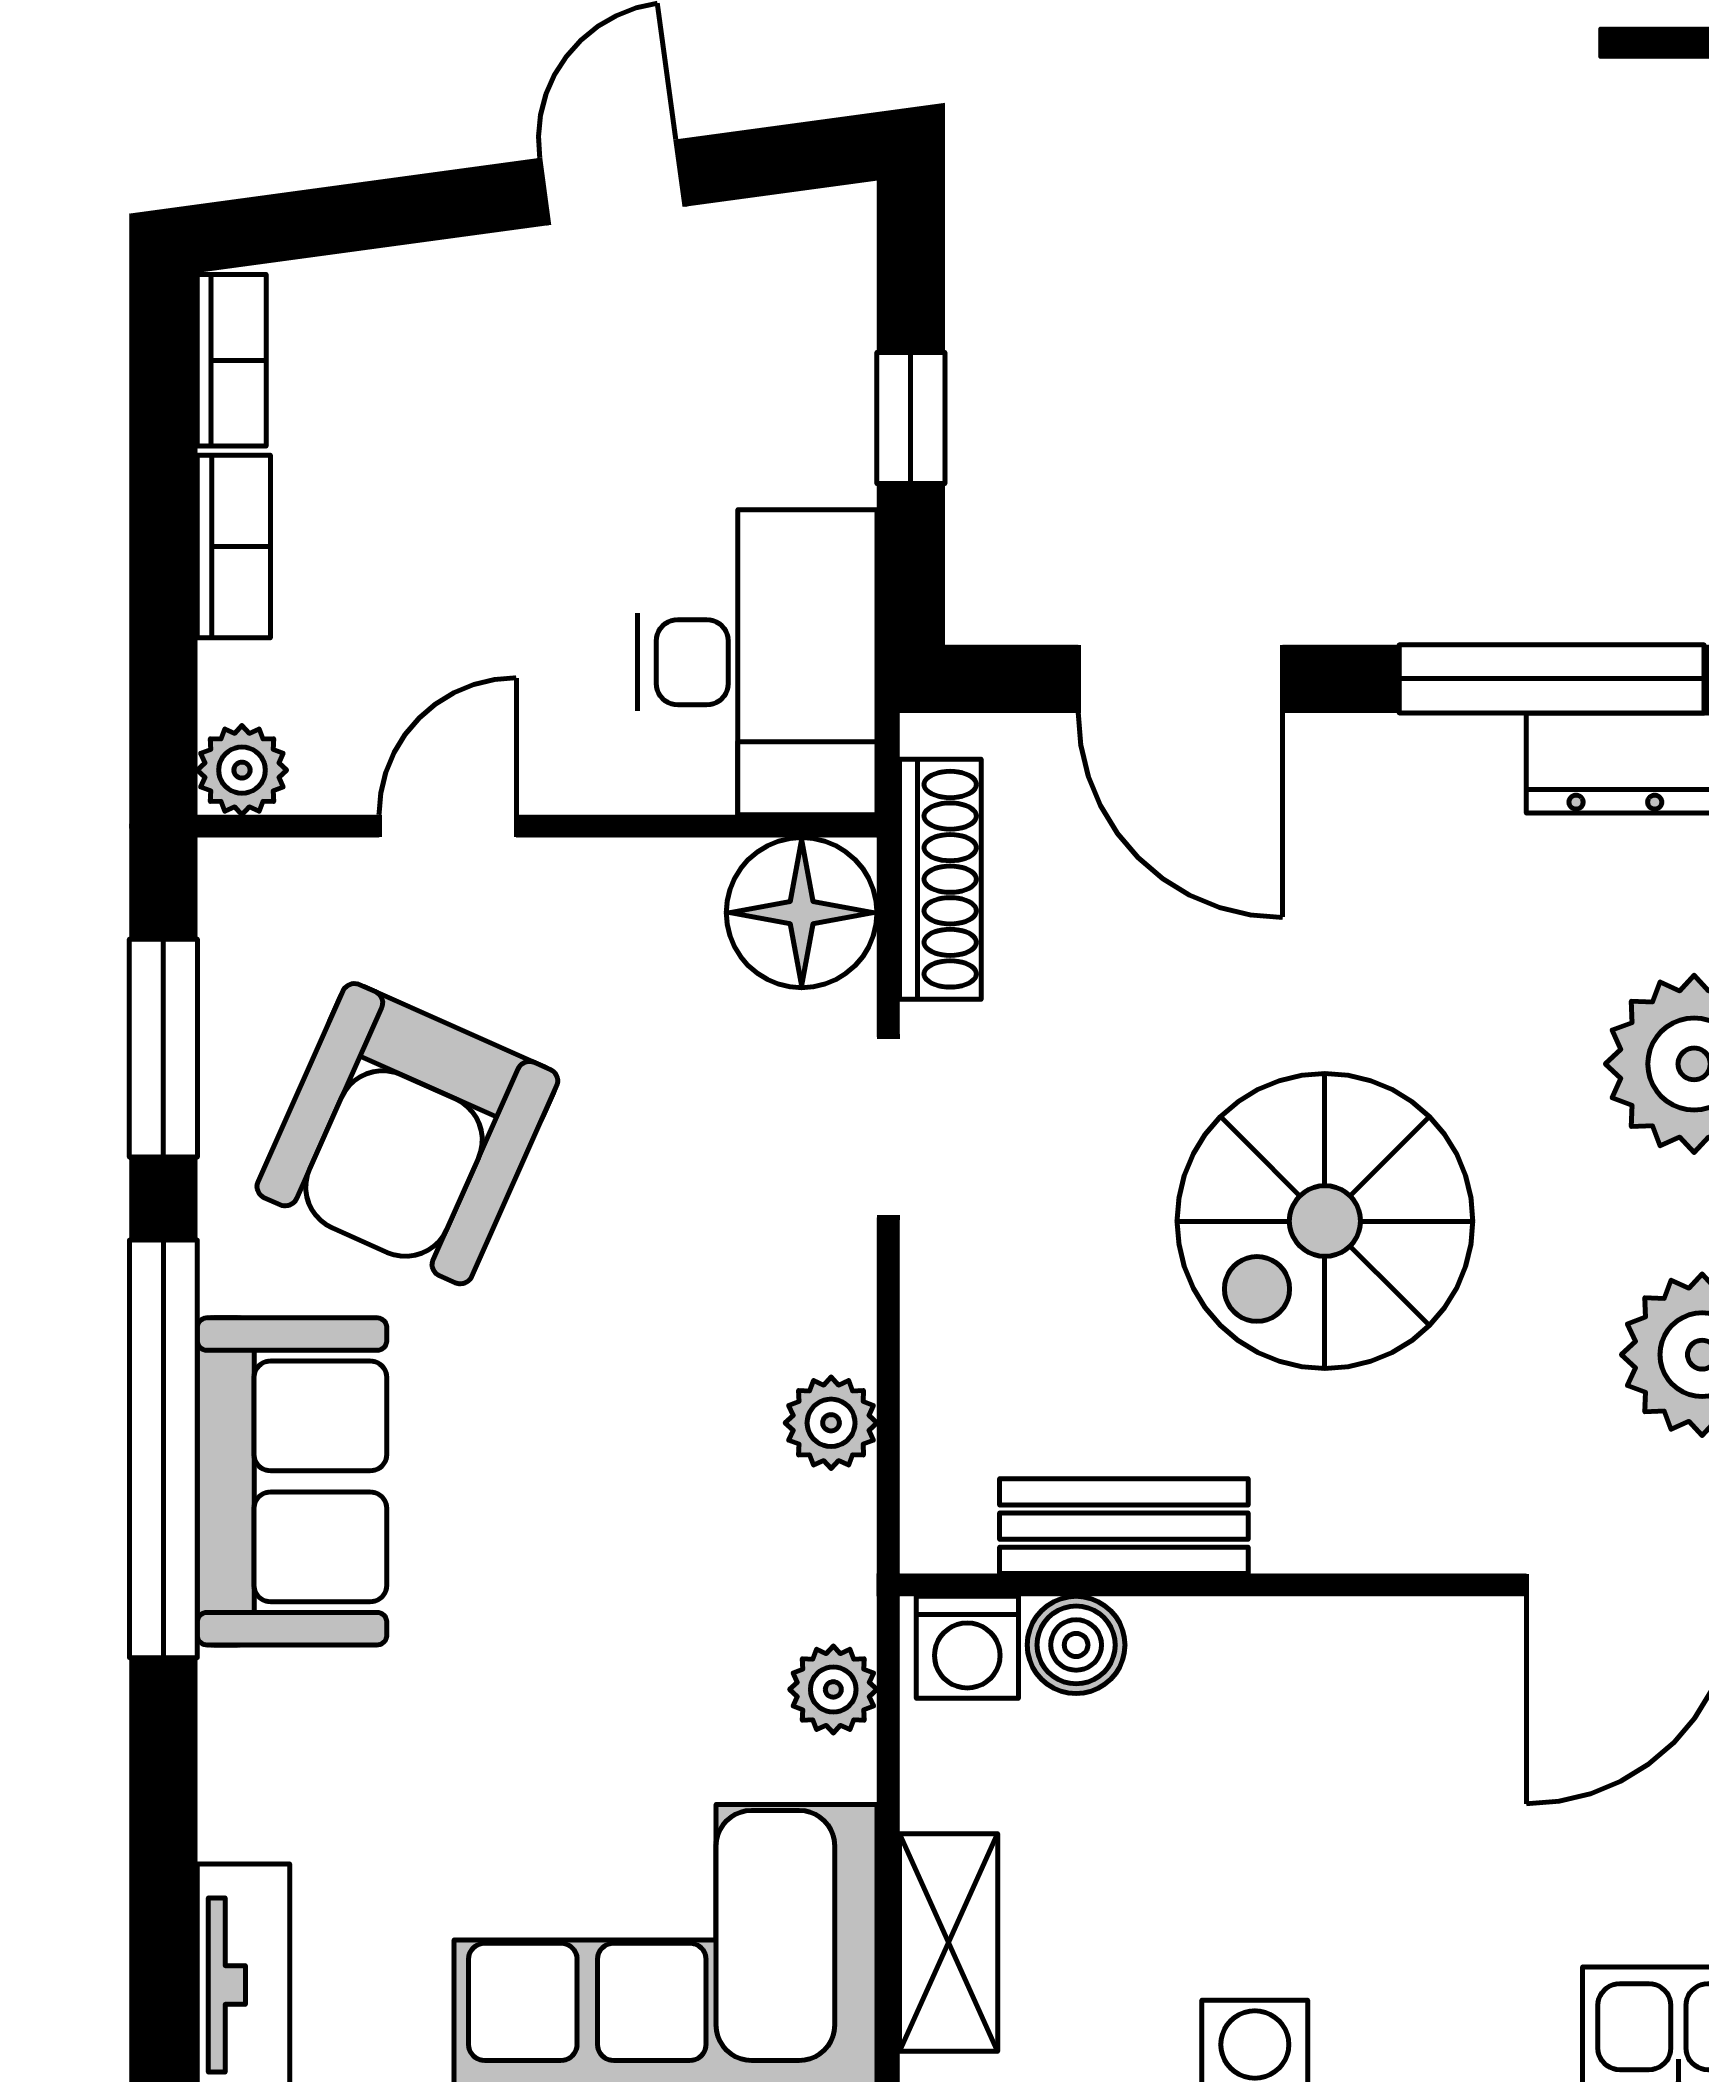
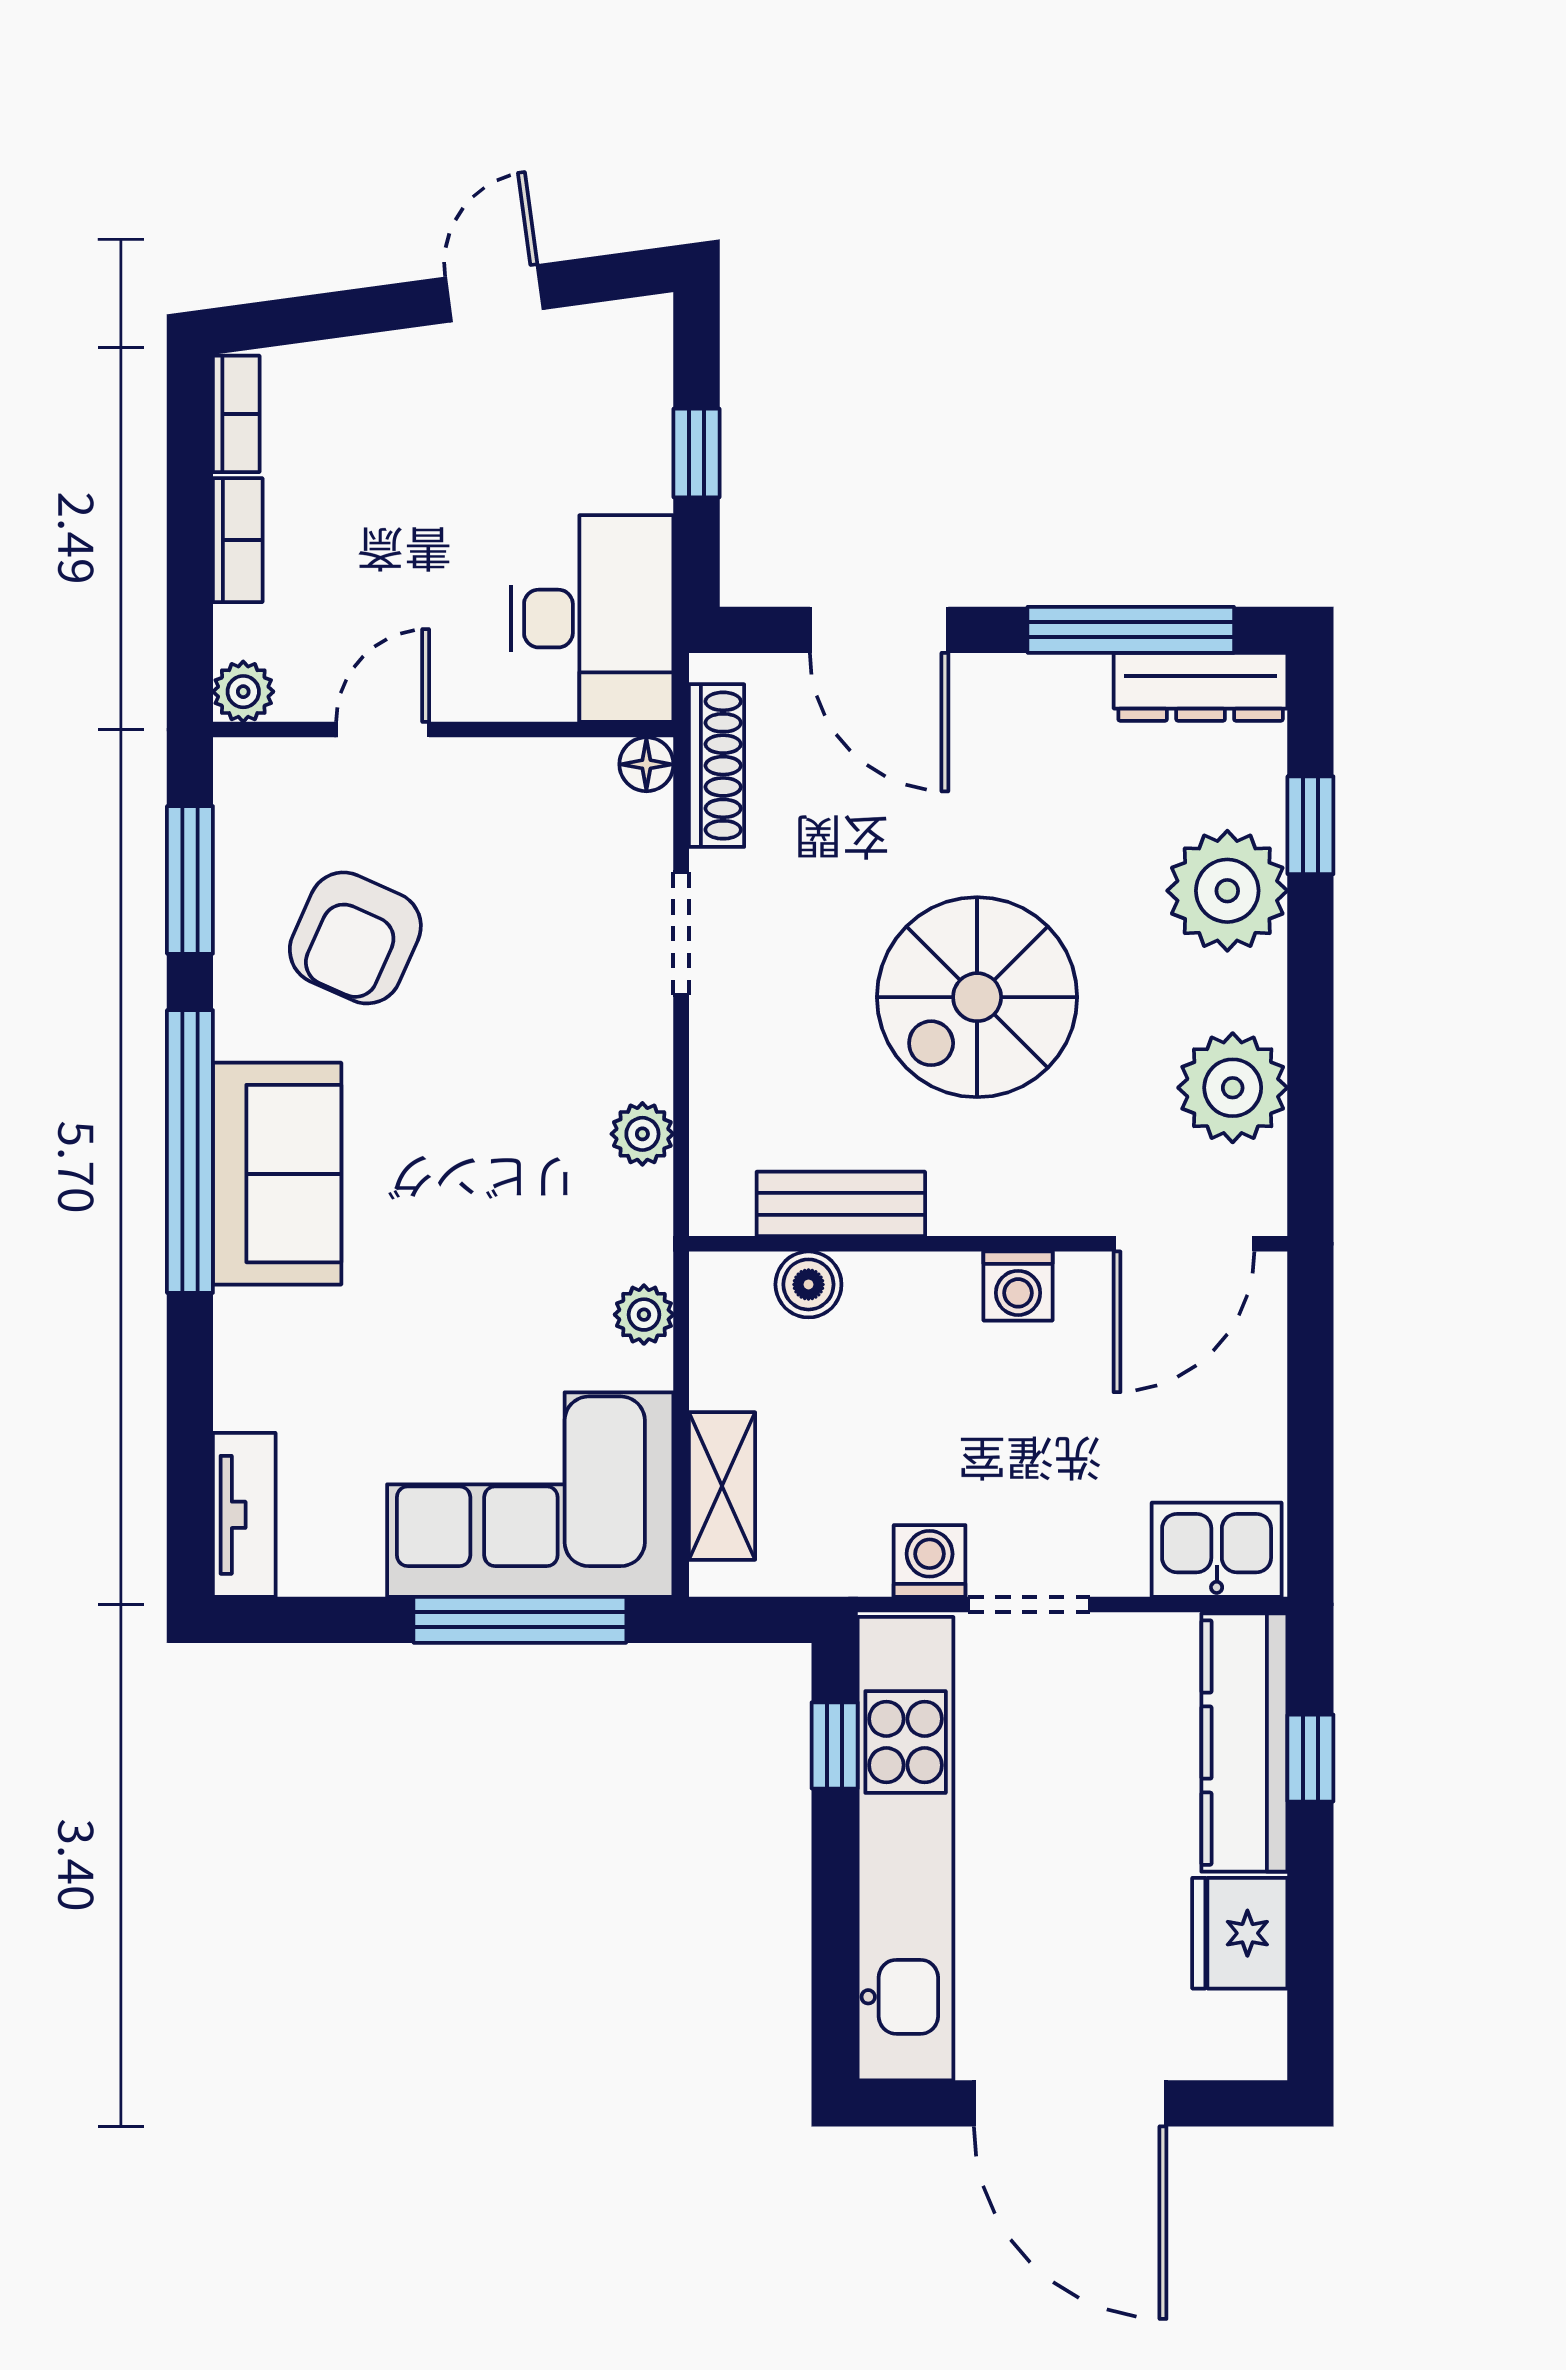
floor lamp: (802, 913) -> (646, 764), width x0.53, depth x0.53
armchair: (407, 1134) -> (355, 938), width x0.73, depth x0.73
washing machine: (967, 1647) -> (1018, 1286), moved

